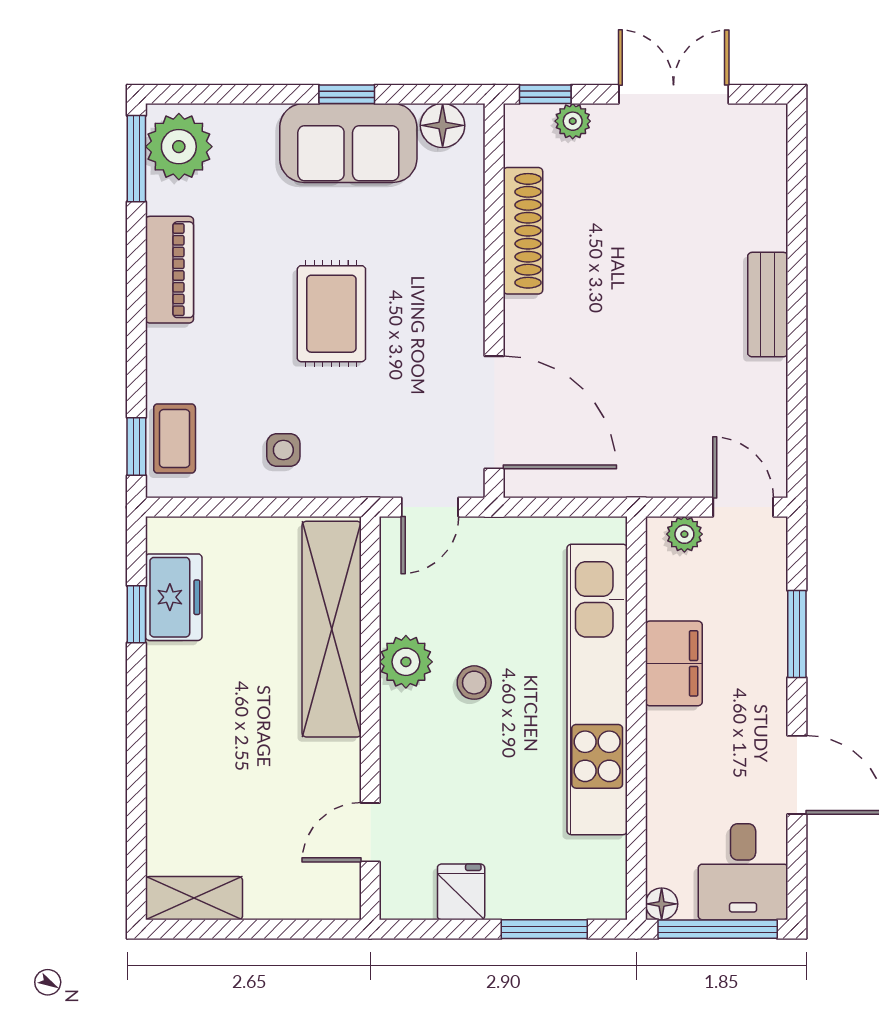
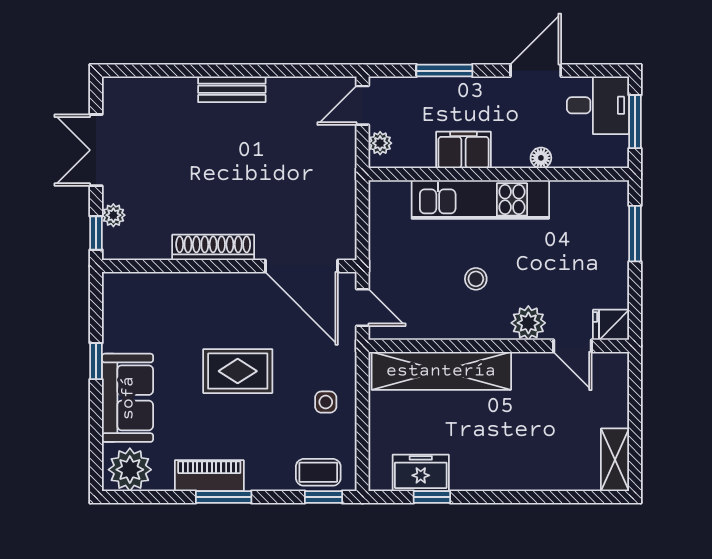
floor lamp: (443, 125) -> (116, 299), removed
sofa: (348, 143) -> (128, 398), moved
window: (136, 159) -> (224, 497), moved
shoe rack: (523, 231) -> (213, 247), moved
door: (494, 412) -> (301, 266), swing flipped
plant: (406, 662) -> (528, 323), moved
kitchen unit: (597, 689) -> (480, 199), width x0.73
fridge: (461, 892) -> (611, 325), moved
floor lamp: (662, 904) -> (541, 158), moved
window: (718, 929) -> (635, 122), width x0.69

